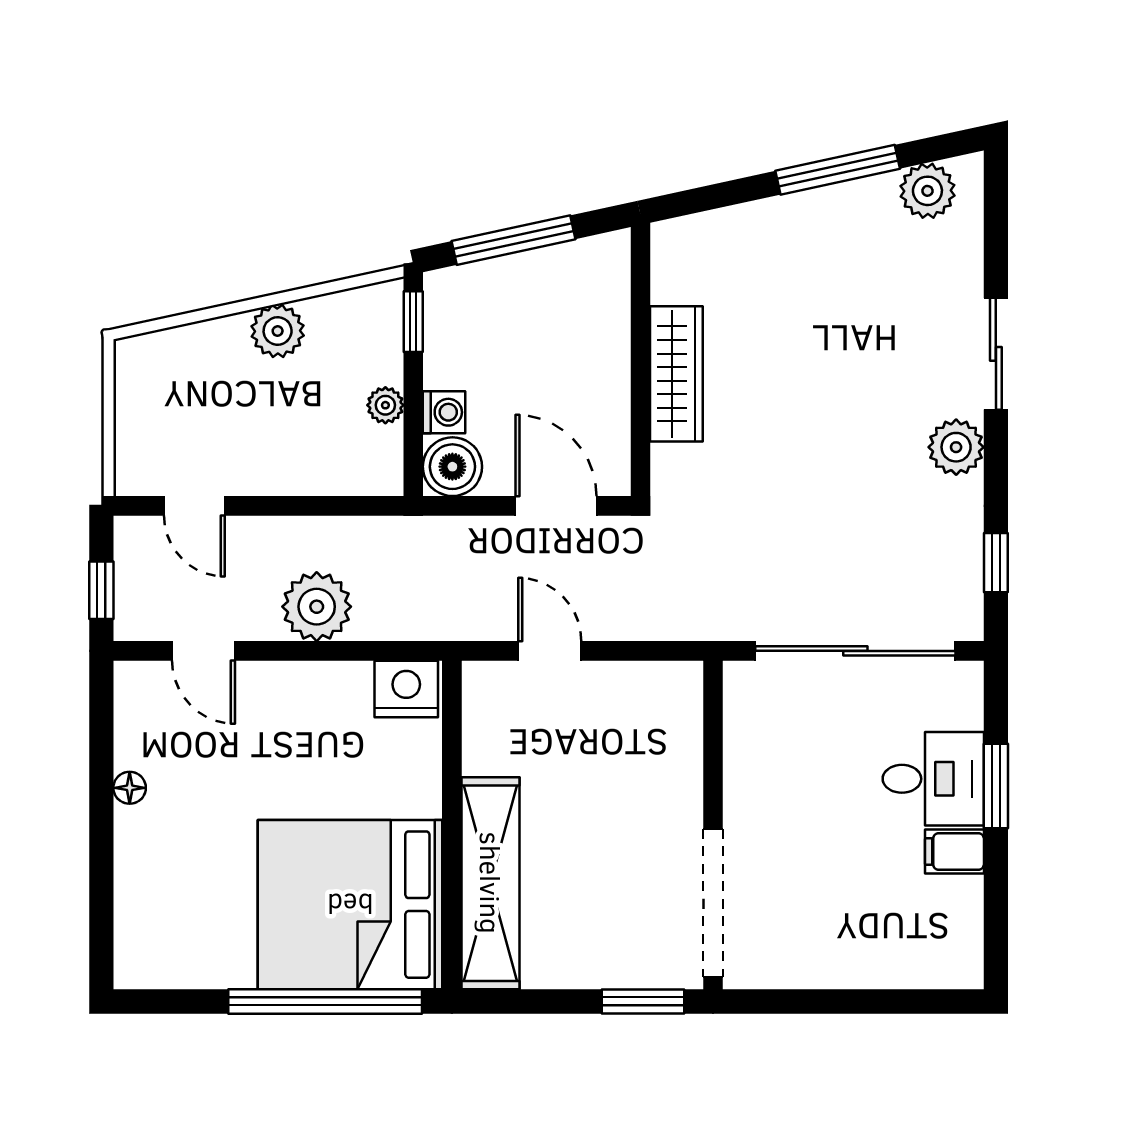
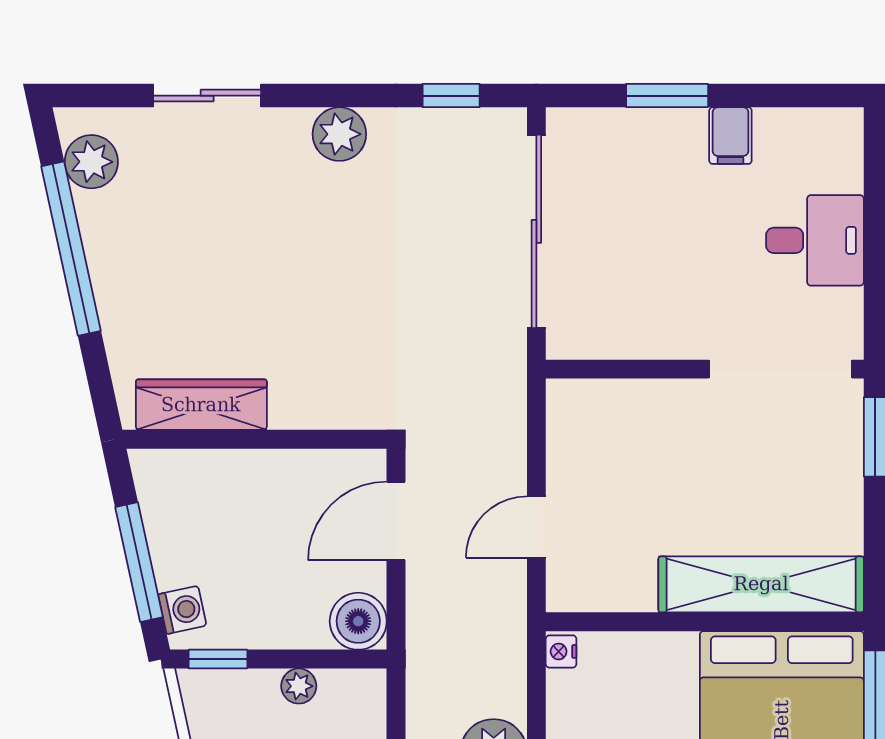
window: (838, 170) -> (71, 249), width x1.46
sliding door: (996, 354) -> (207, 96), moved
wardrobe: (676, 374) -> (201, 405), moved
washing machine: (444, 412) -> (182, 610), moved, turned 78
nightstand: (406, 689) -> (561, 651), width x0.53, depth x0.56
desk: (933, 779) -> (815, 240), moved, turned 90

